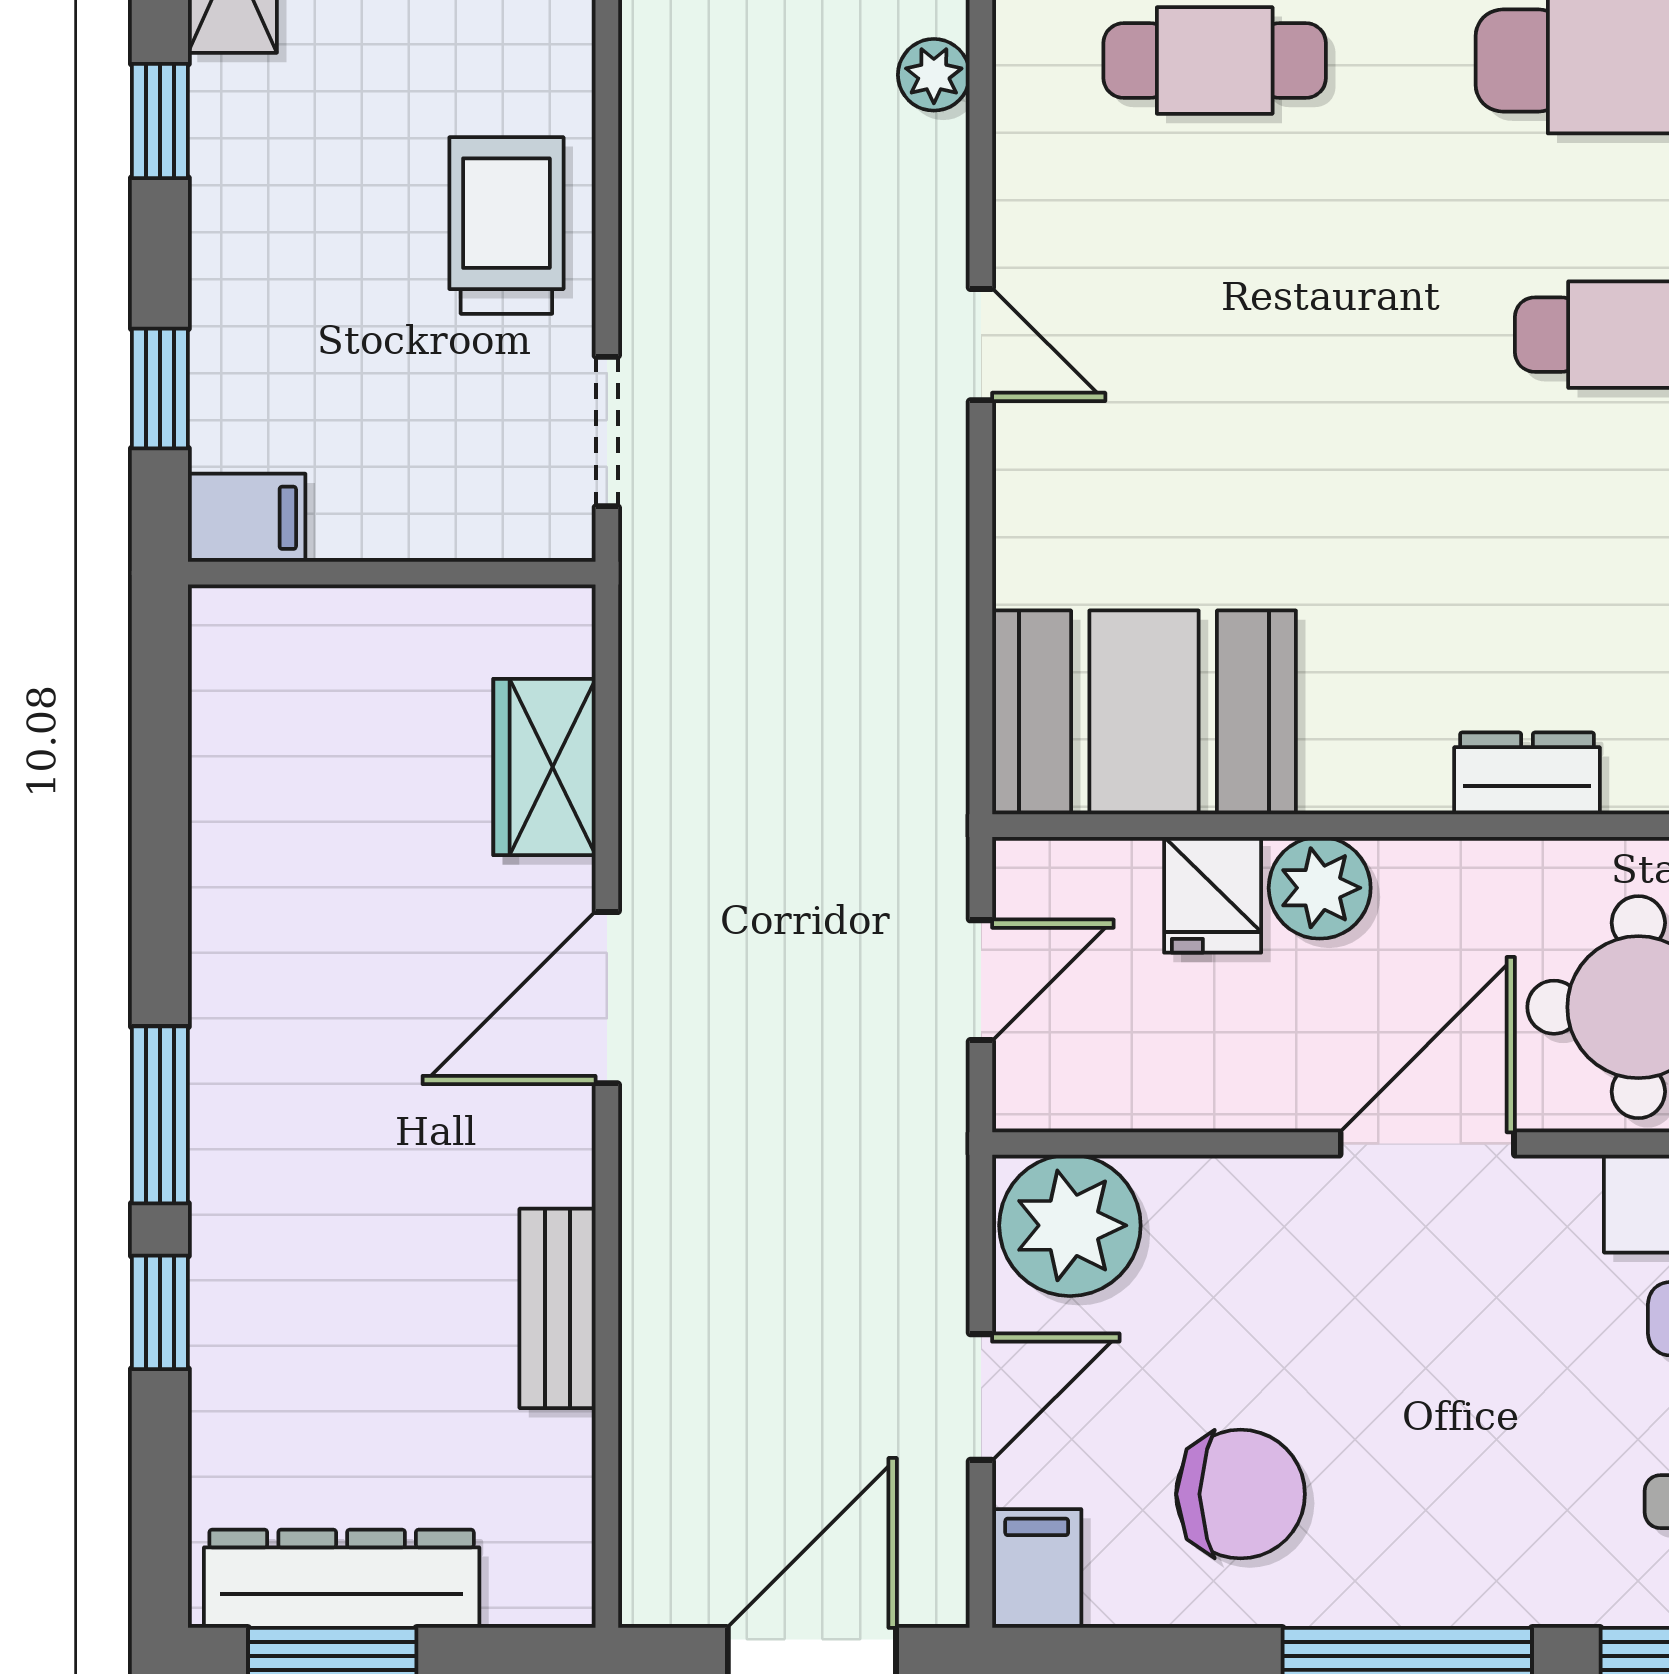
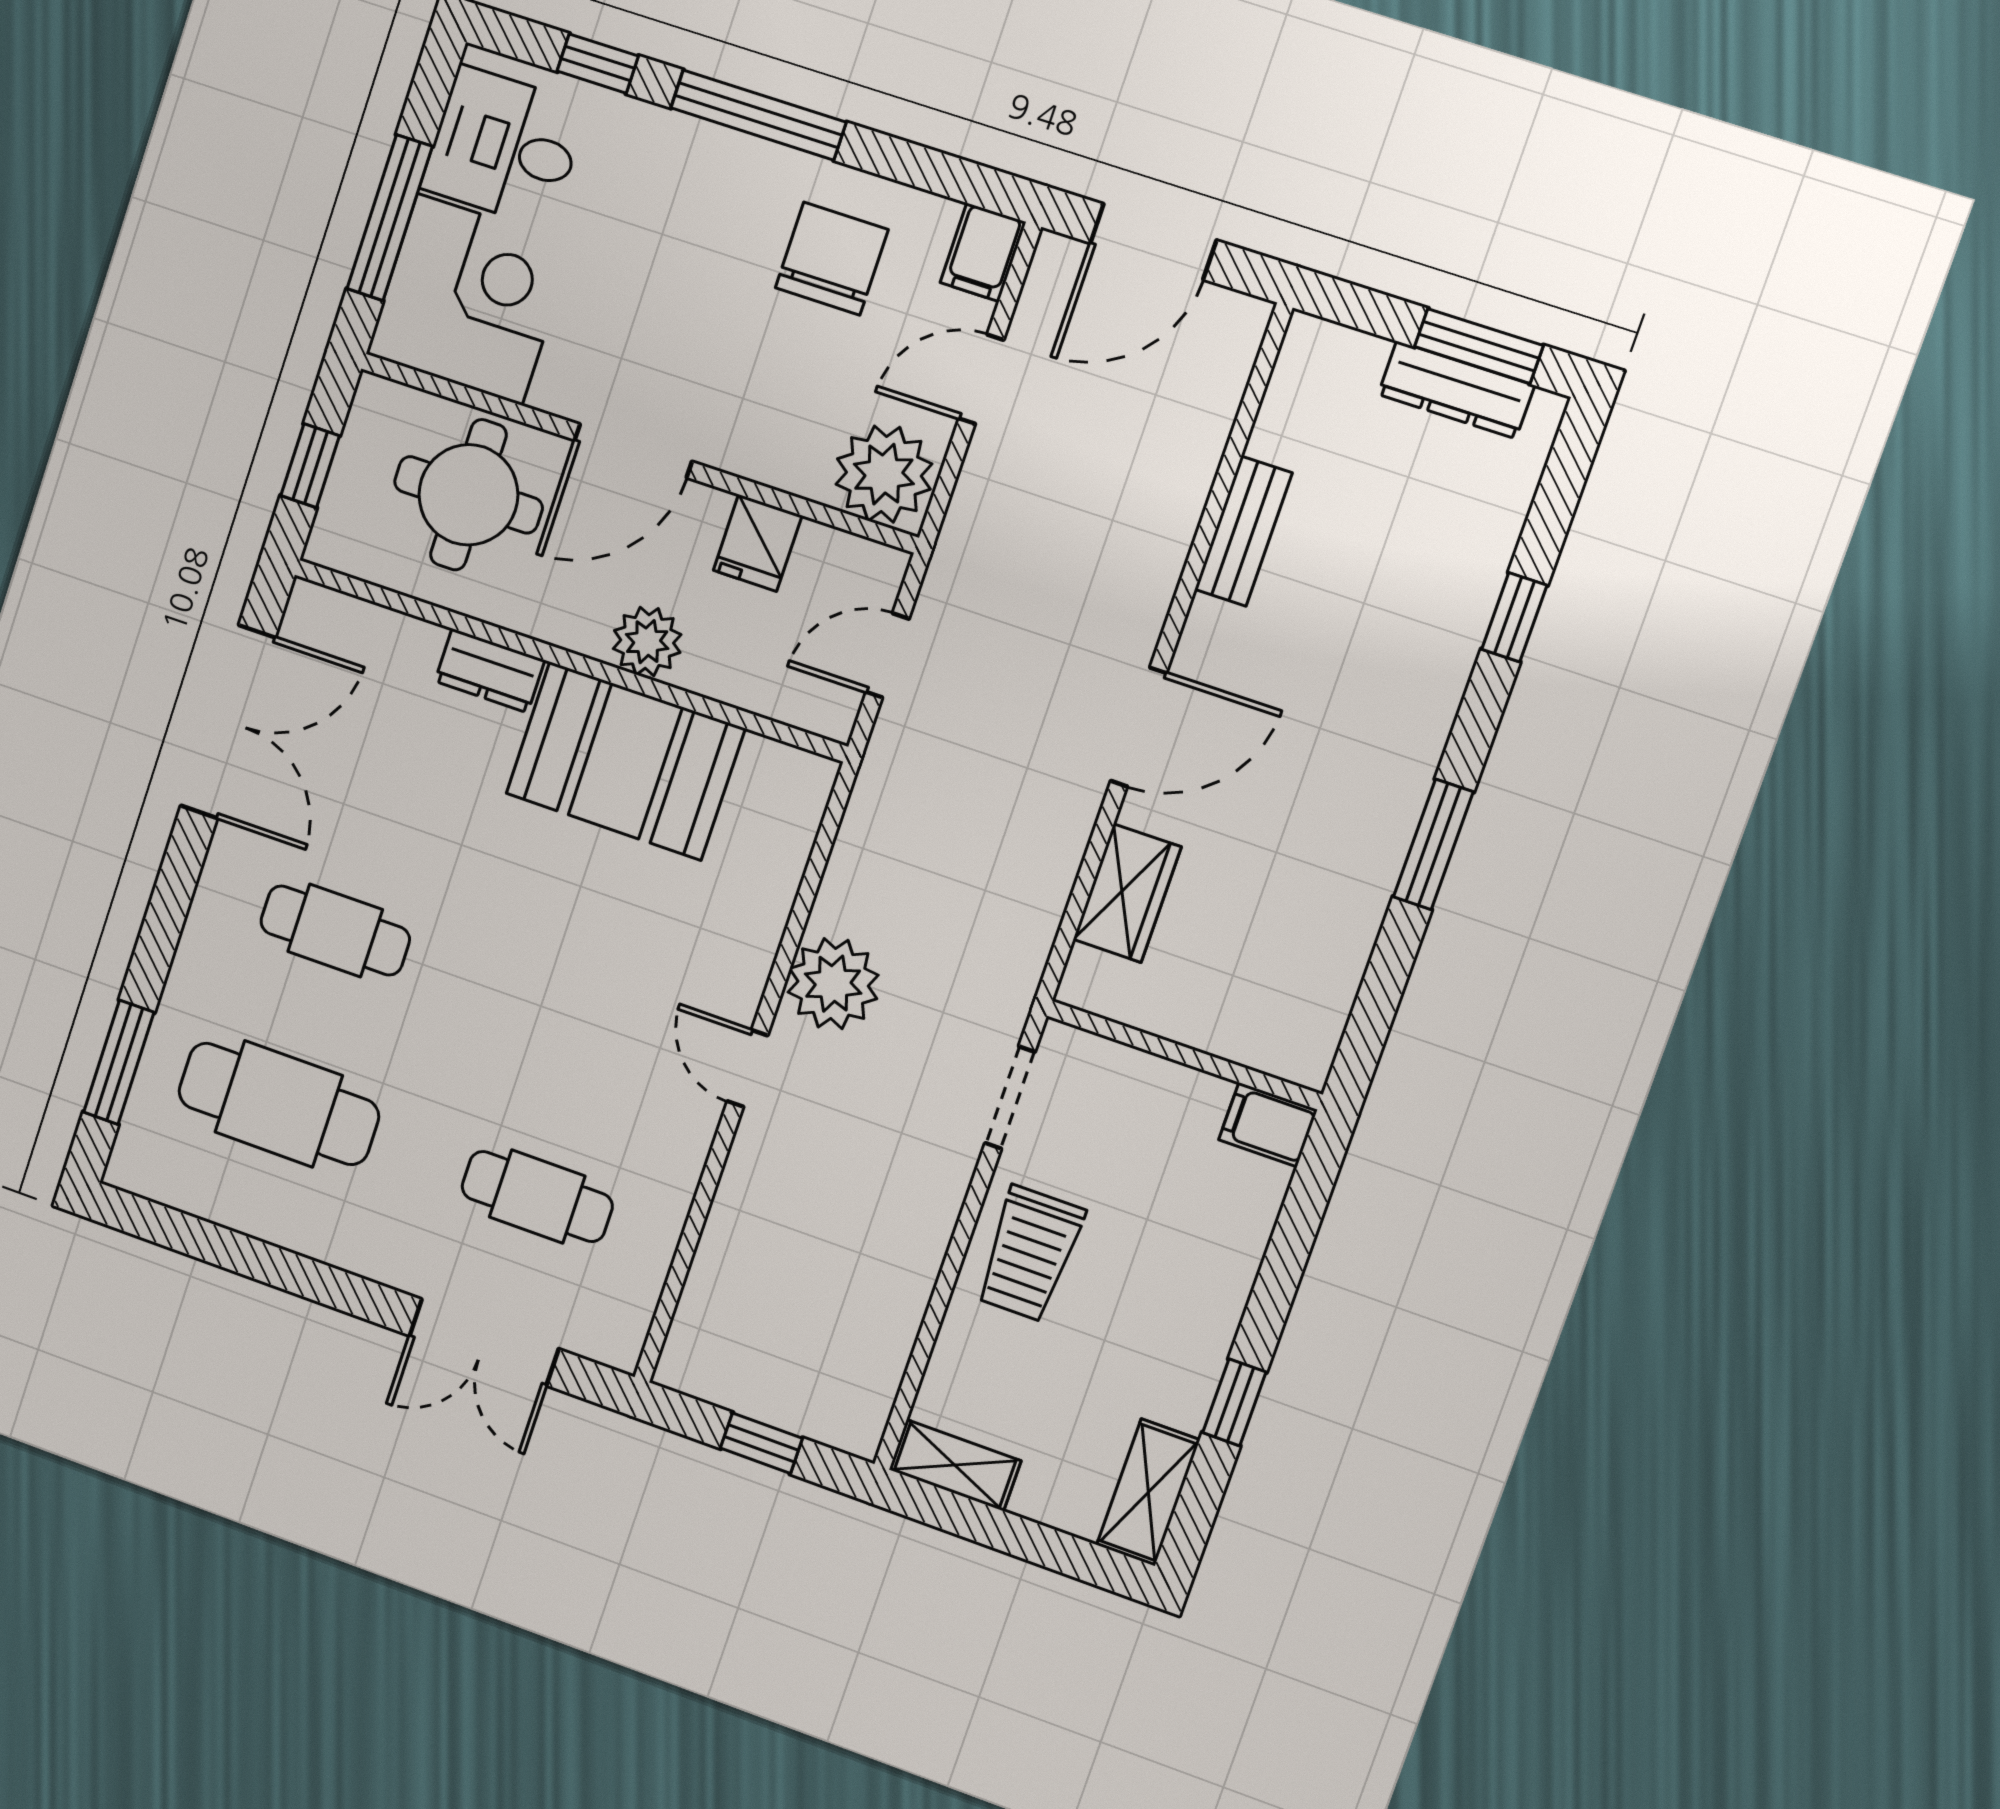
plant: (934, 75) -> (833, 984), moved, width x1.87, depth x1.87
window: (160, 388) -> (1296, 1229), removed
booth: (1144, 712) -> (625, 761), moved
fridge: (1213, 895) -> (758, 543), moved, turned 180
window: (160, 1115) -> (1433, 844), moved
chair: (1241, 1494) -> (832, 259), turned 90
dresser: (342, 1579) -> (1456, 390), width x0.73, depth x0.80

